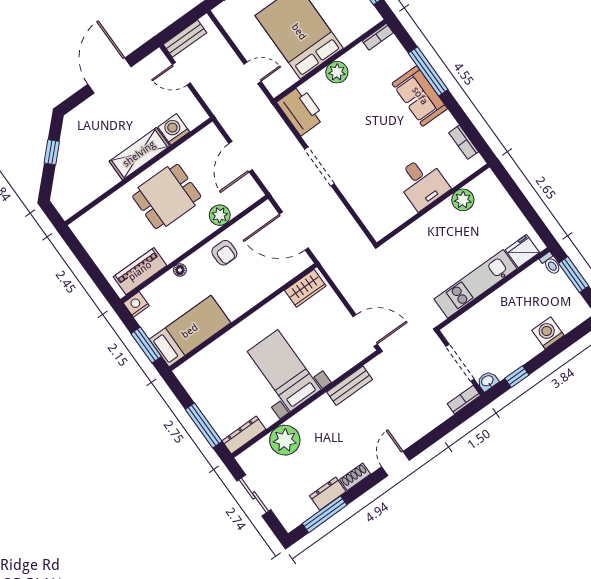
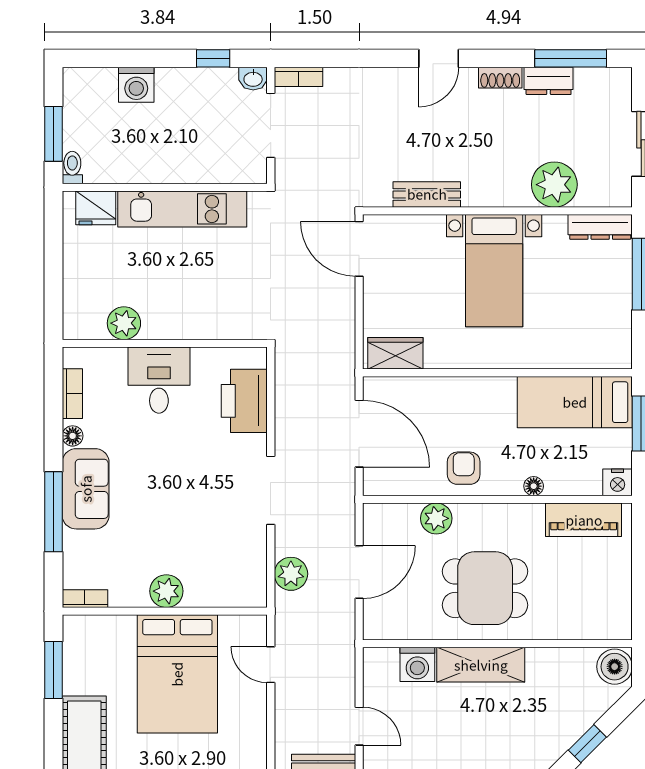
printer: (301, 110) -> (244, 401), moved
floor lamp: (447, 120) -> (73, 436), added
plant: (277, 129) -> (291, 574), added
boiler: (67, 204) -> (615, 667), added

